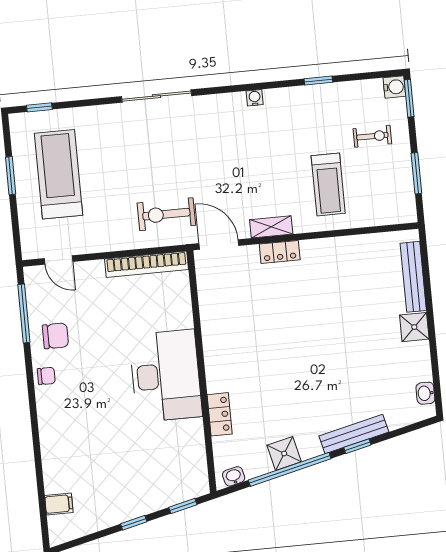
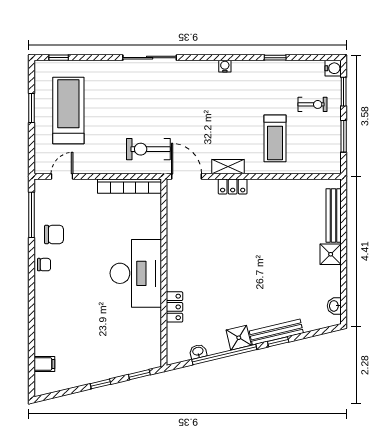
window: (409, 98) -> (344, 92), moved
door: (59, 260) -> (62, 176), swing flipped
shower: (284, 454) -> (239, 338), moved
washbasin: (234, 476) -> (198, 352), moved

